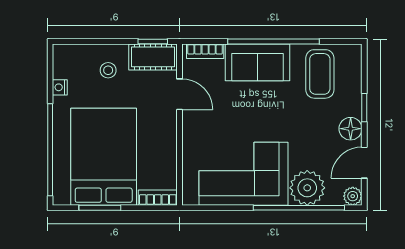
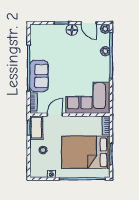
coffee table: (320, 74) -> (45, 45), removed
corner sofa: (244, 174) -> (88, 98), moved, turned 90
plant: (307, 188) -> (105, 51), width x0.53, depth x0.53

